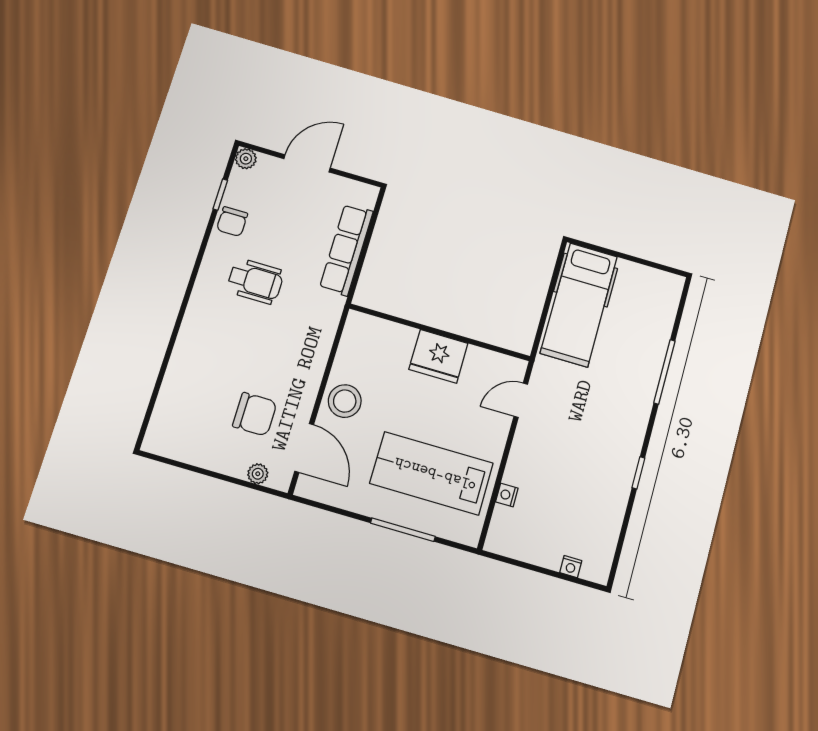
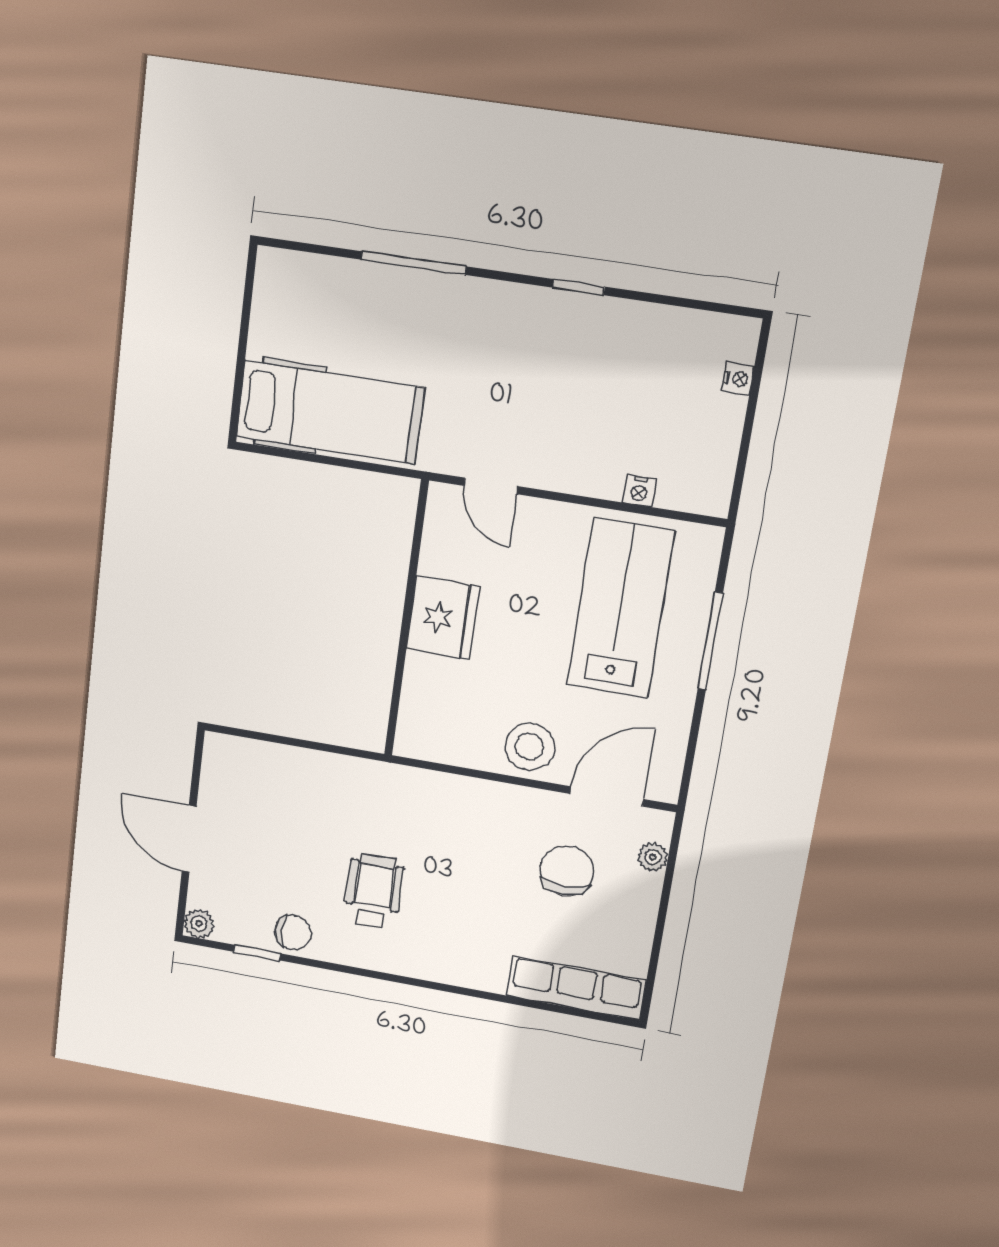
row of seats: (346, 250) -> (576, 988), moved, turned 180
lab bench: (432, 473) -> (620, 608), turned 180

